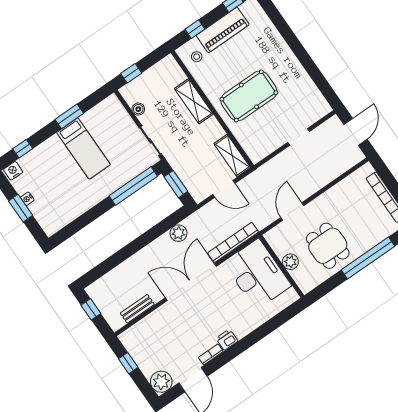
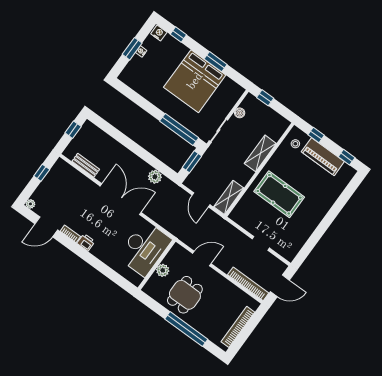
bed: (83, 149) -> (195, 81), width x2.04
bookcase: (233, 243) -> (248, 284), moved
plant: (161, 382) -> (30, 204), width x0.53, depth x0.53

